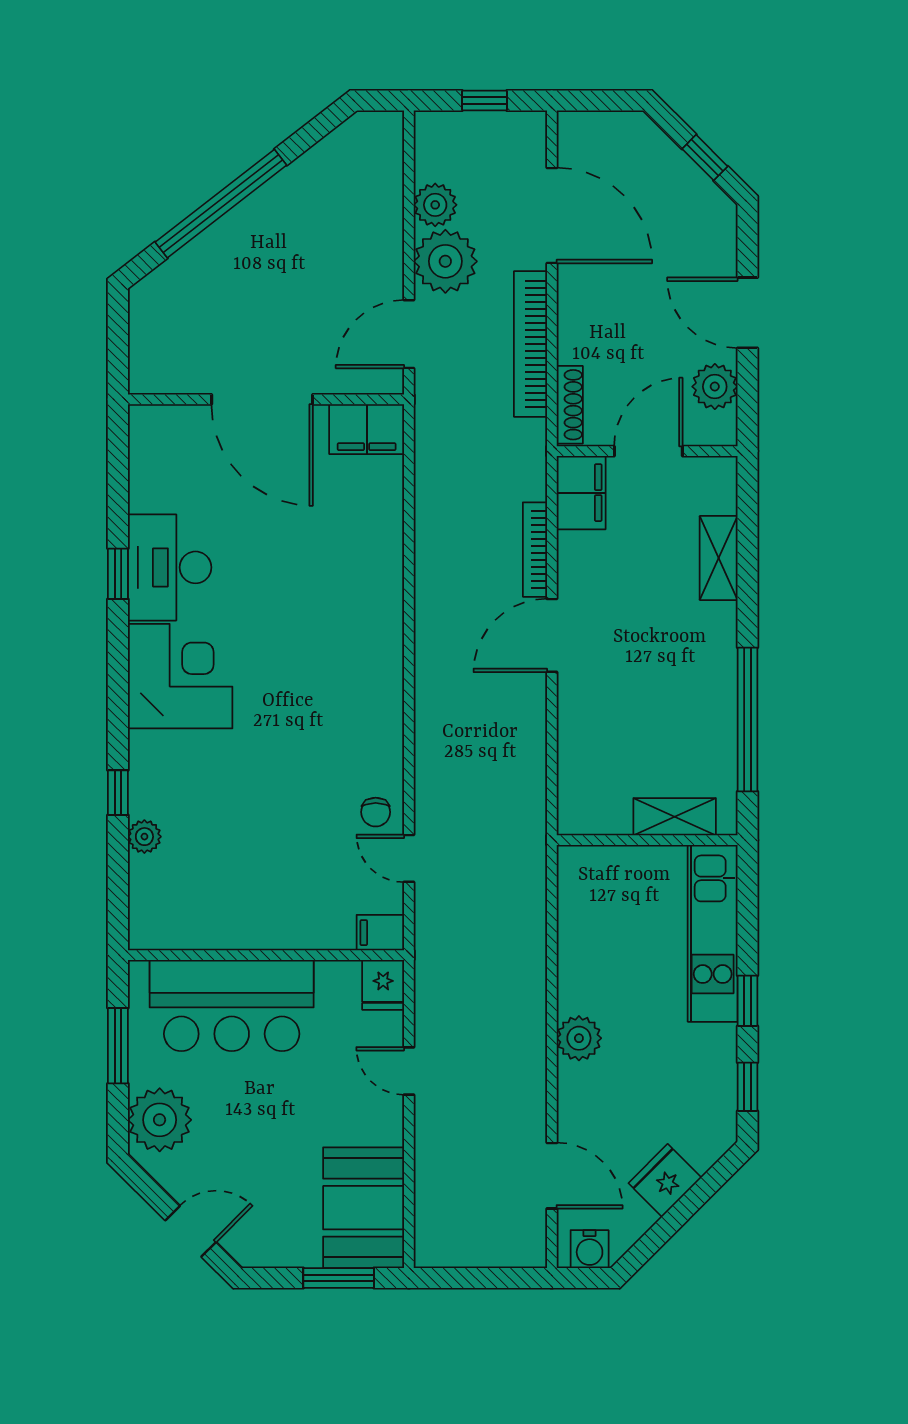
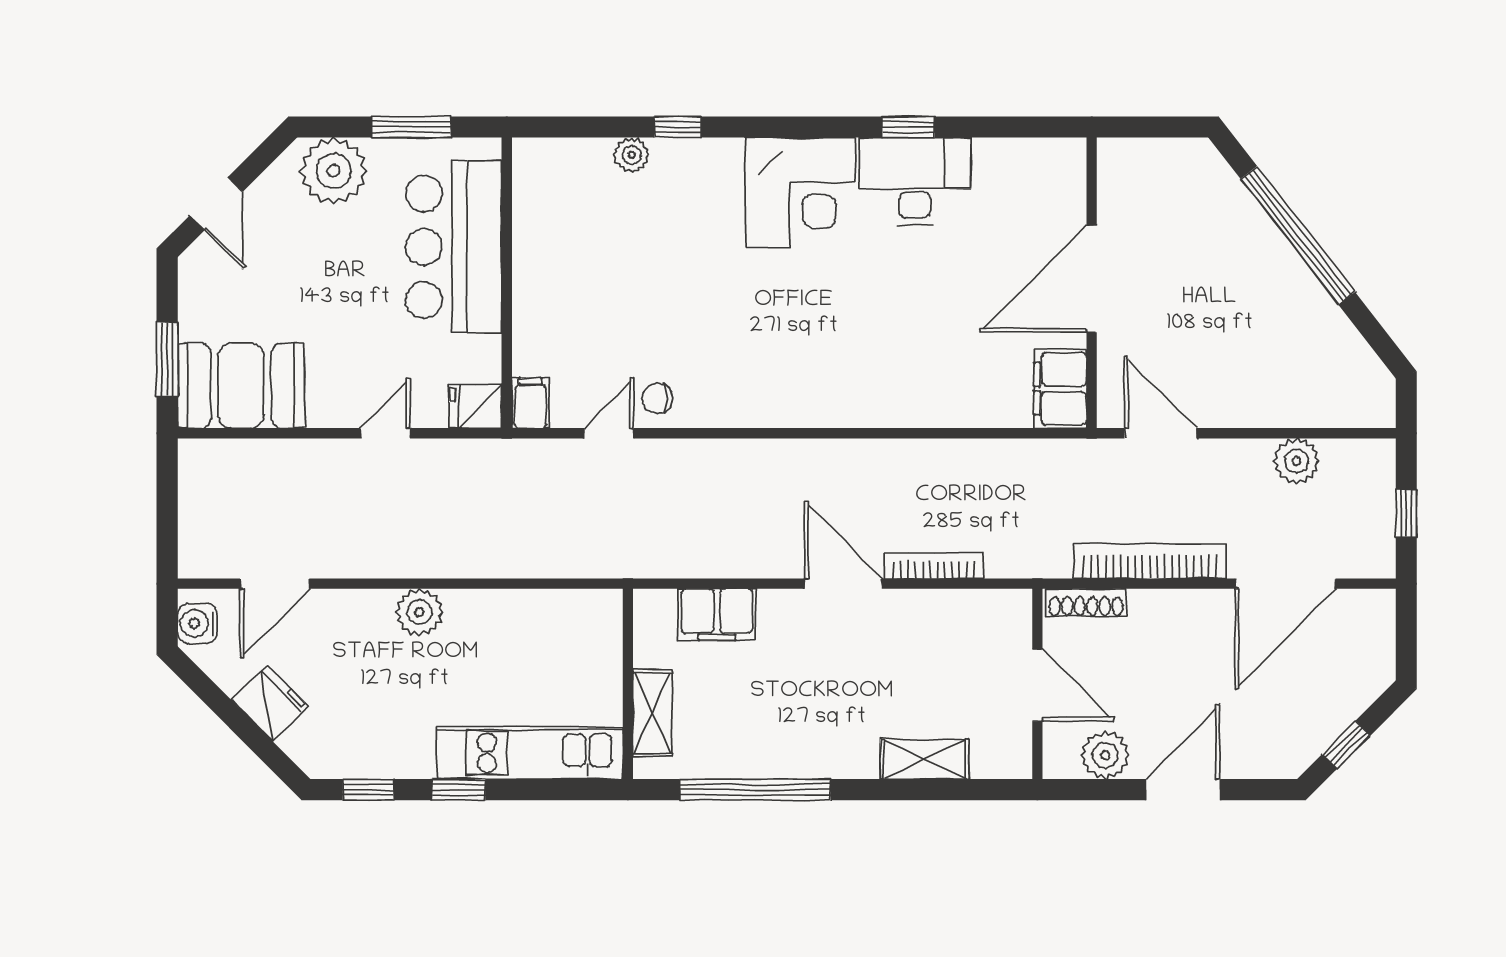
plant: (445, 261) -> (1237, 472), removed
filing cabinet: (581, 493) -> (717, 615), moved

